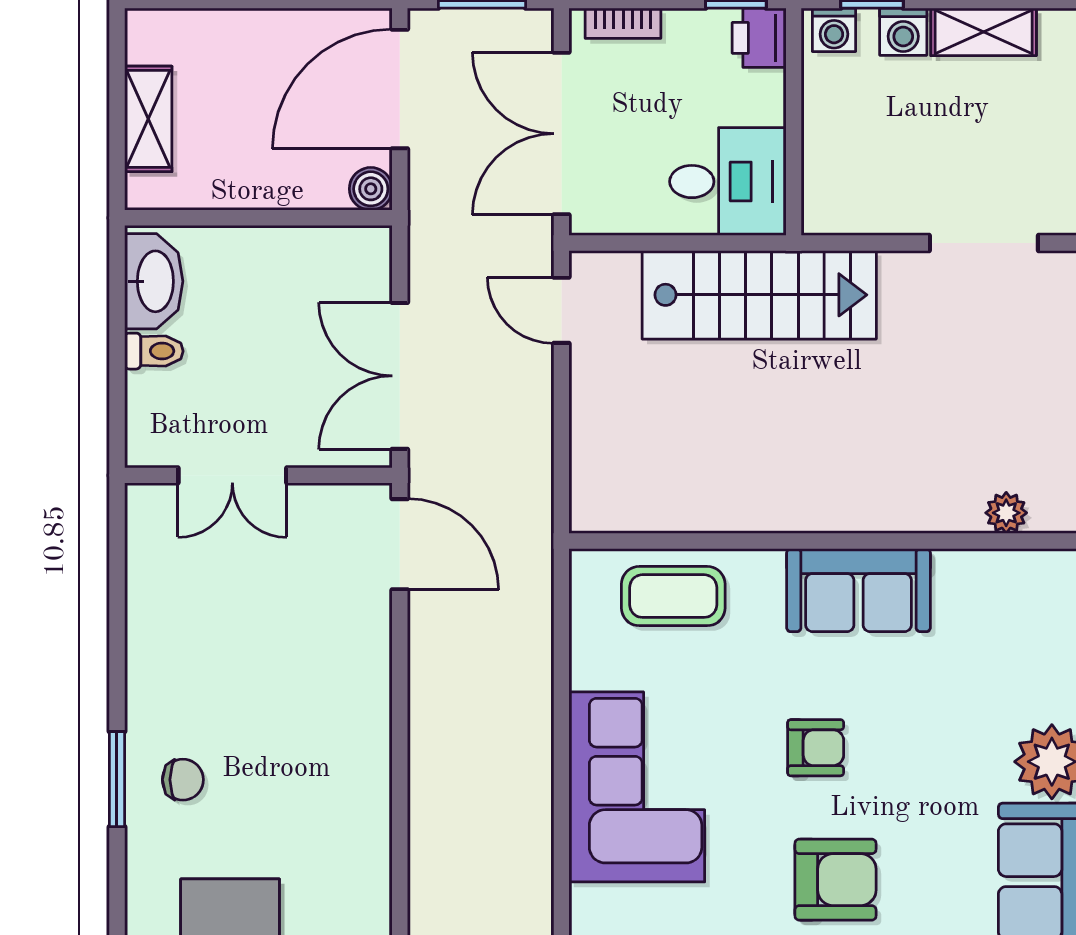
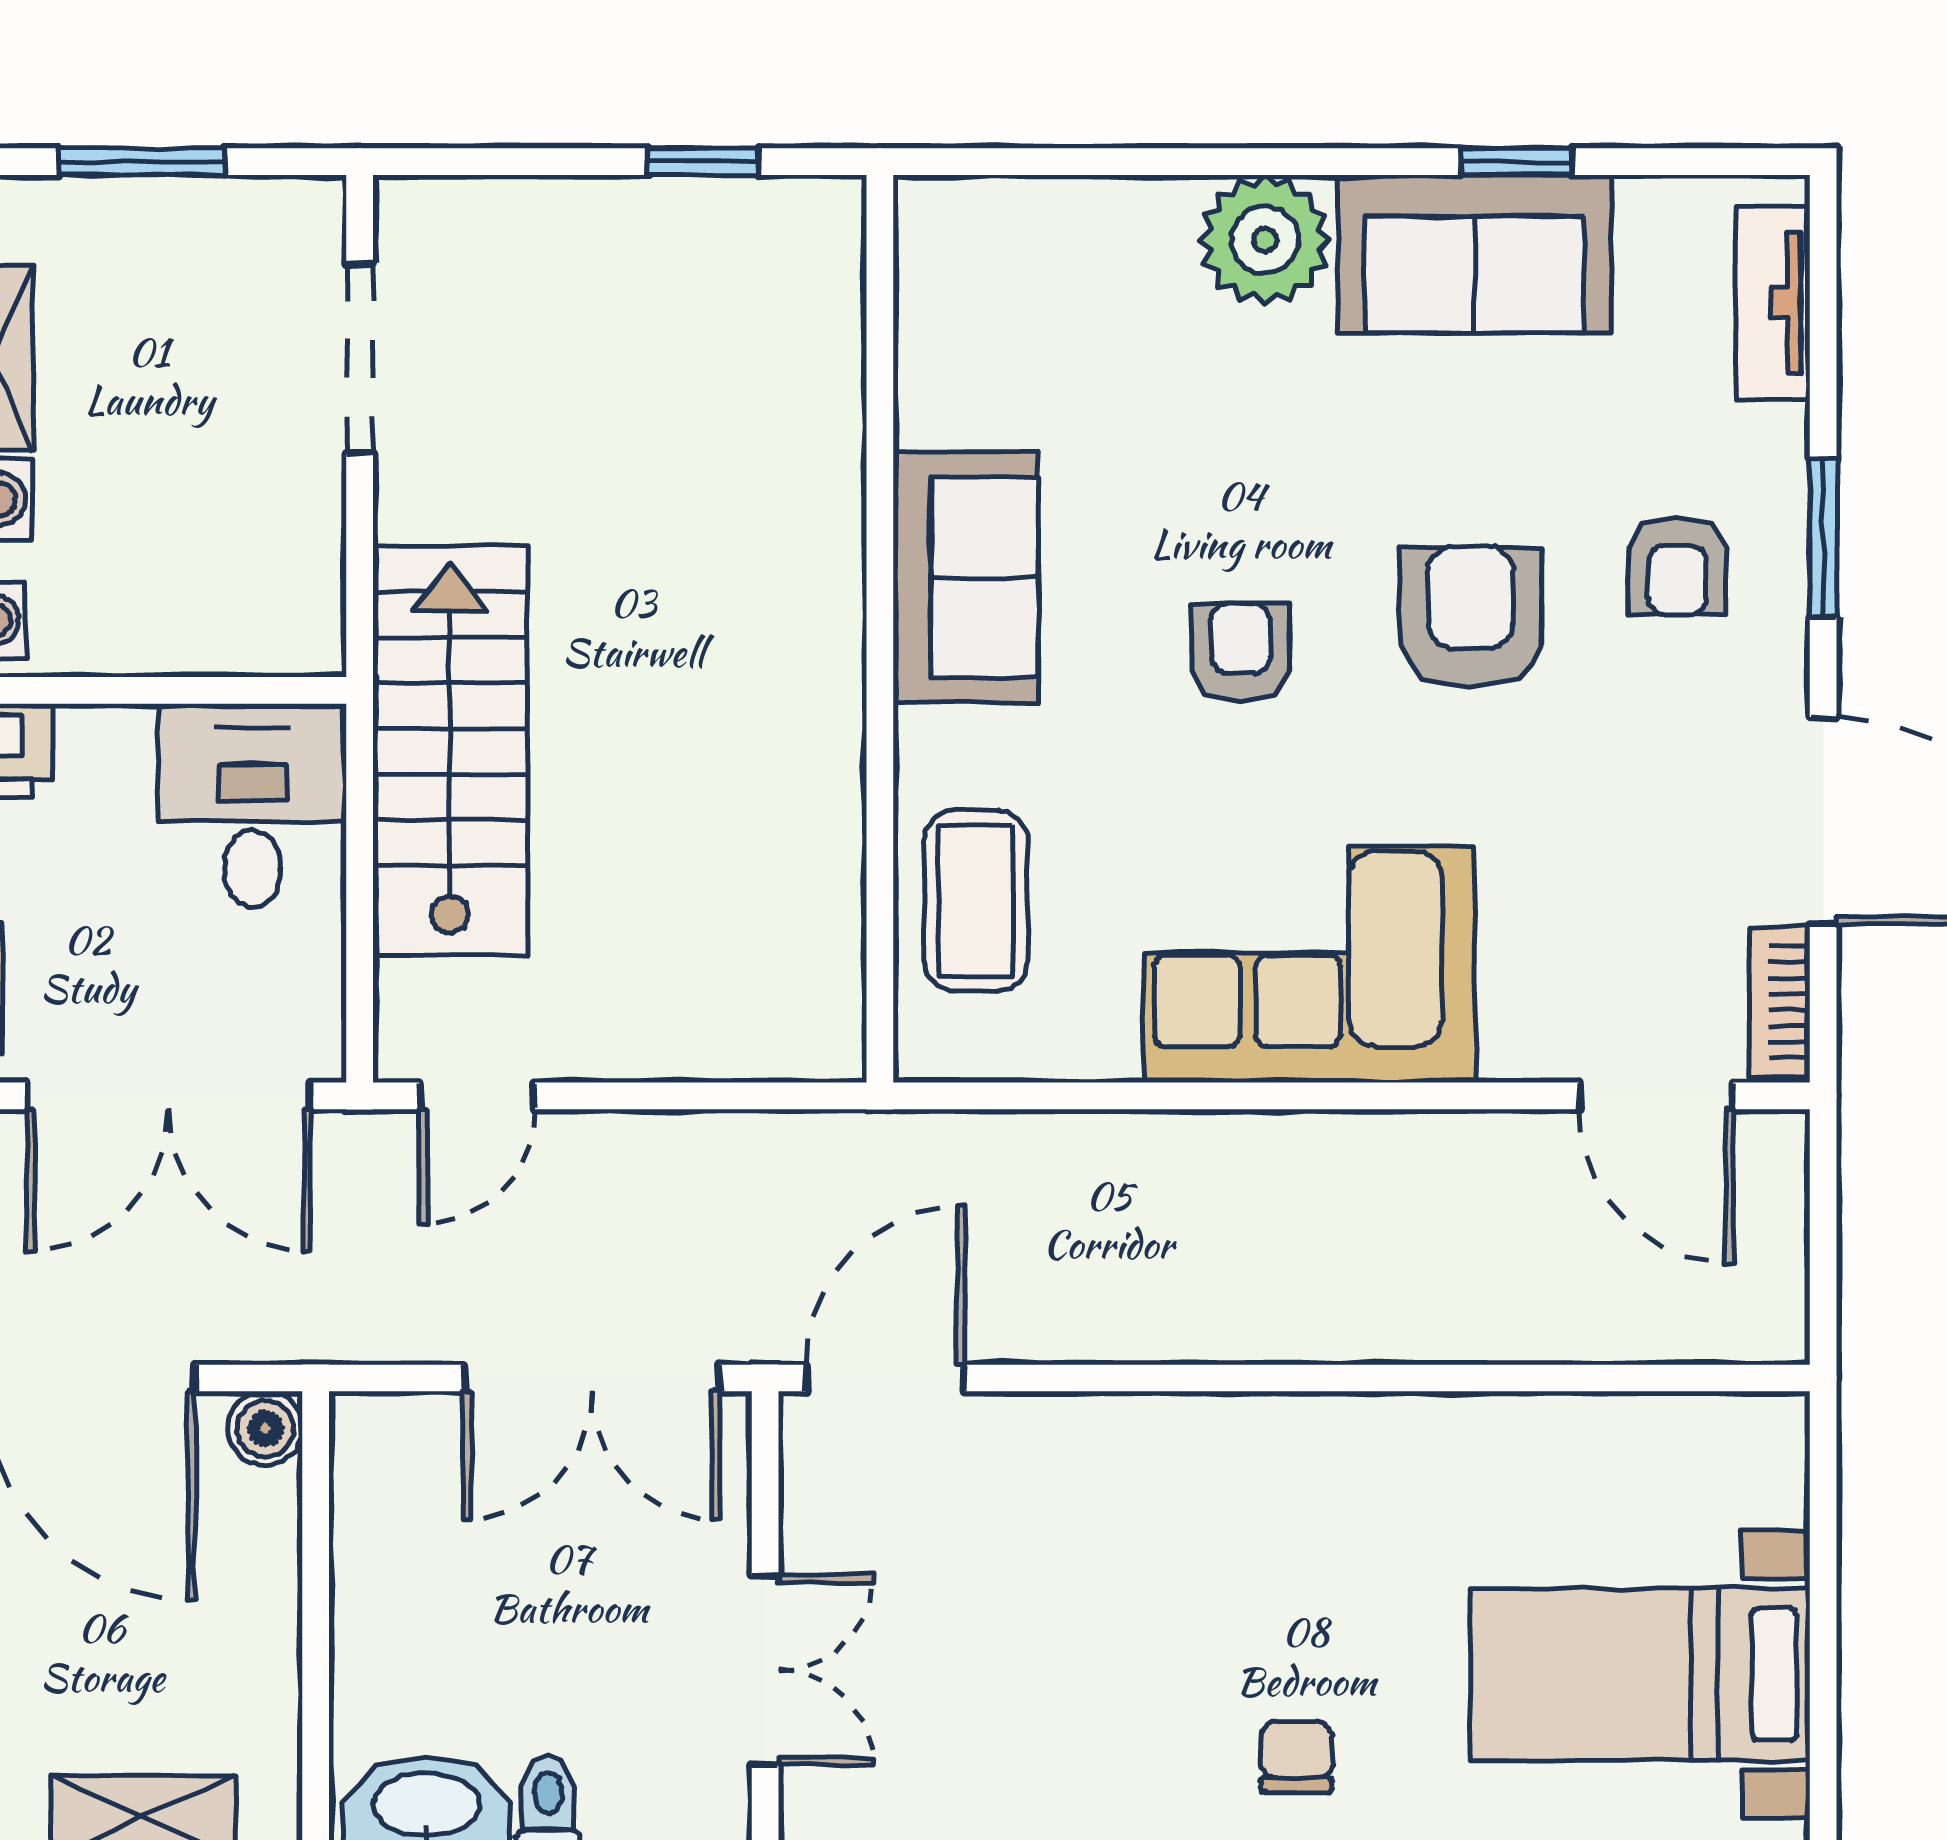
plant: (1006, 513) -> (831, 319), removed

